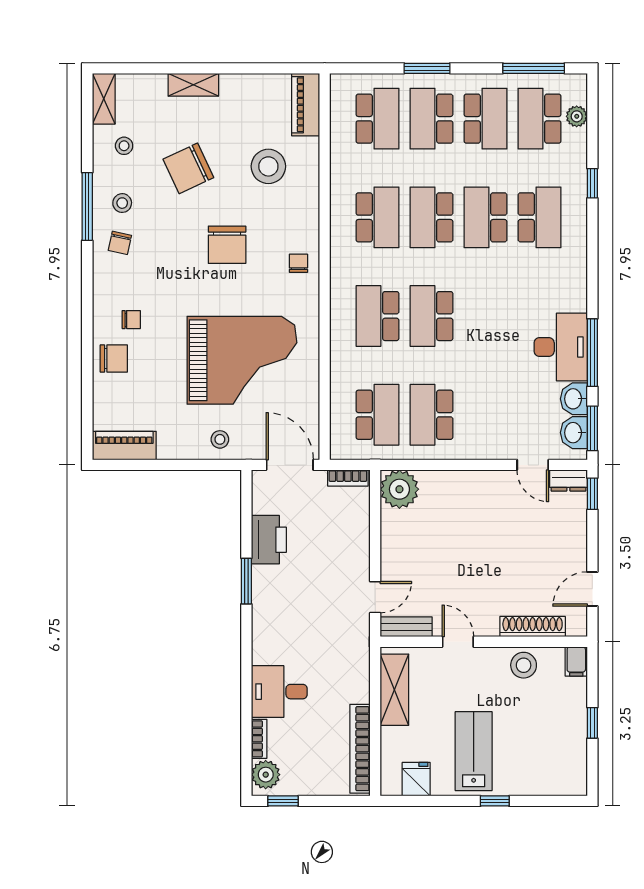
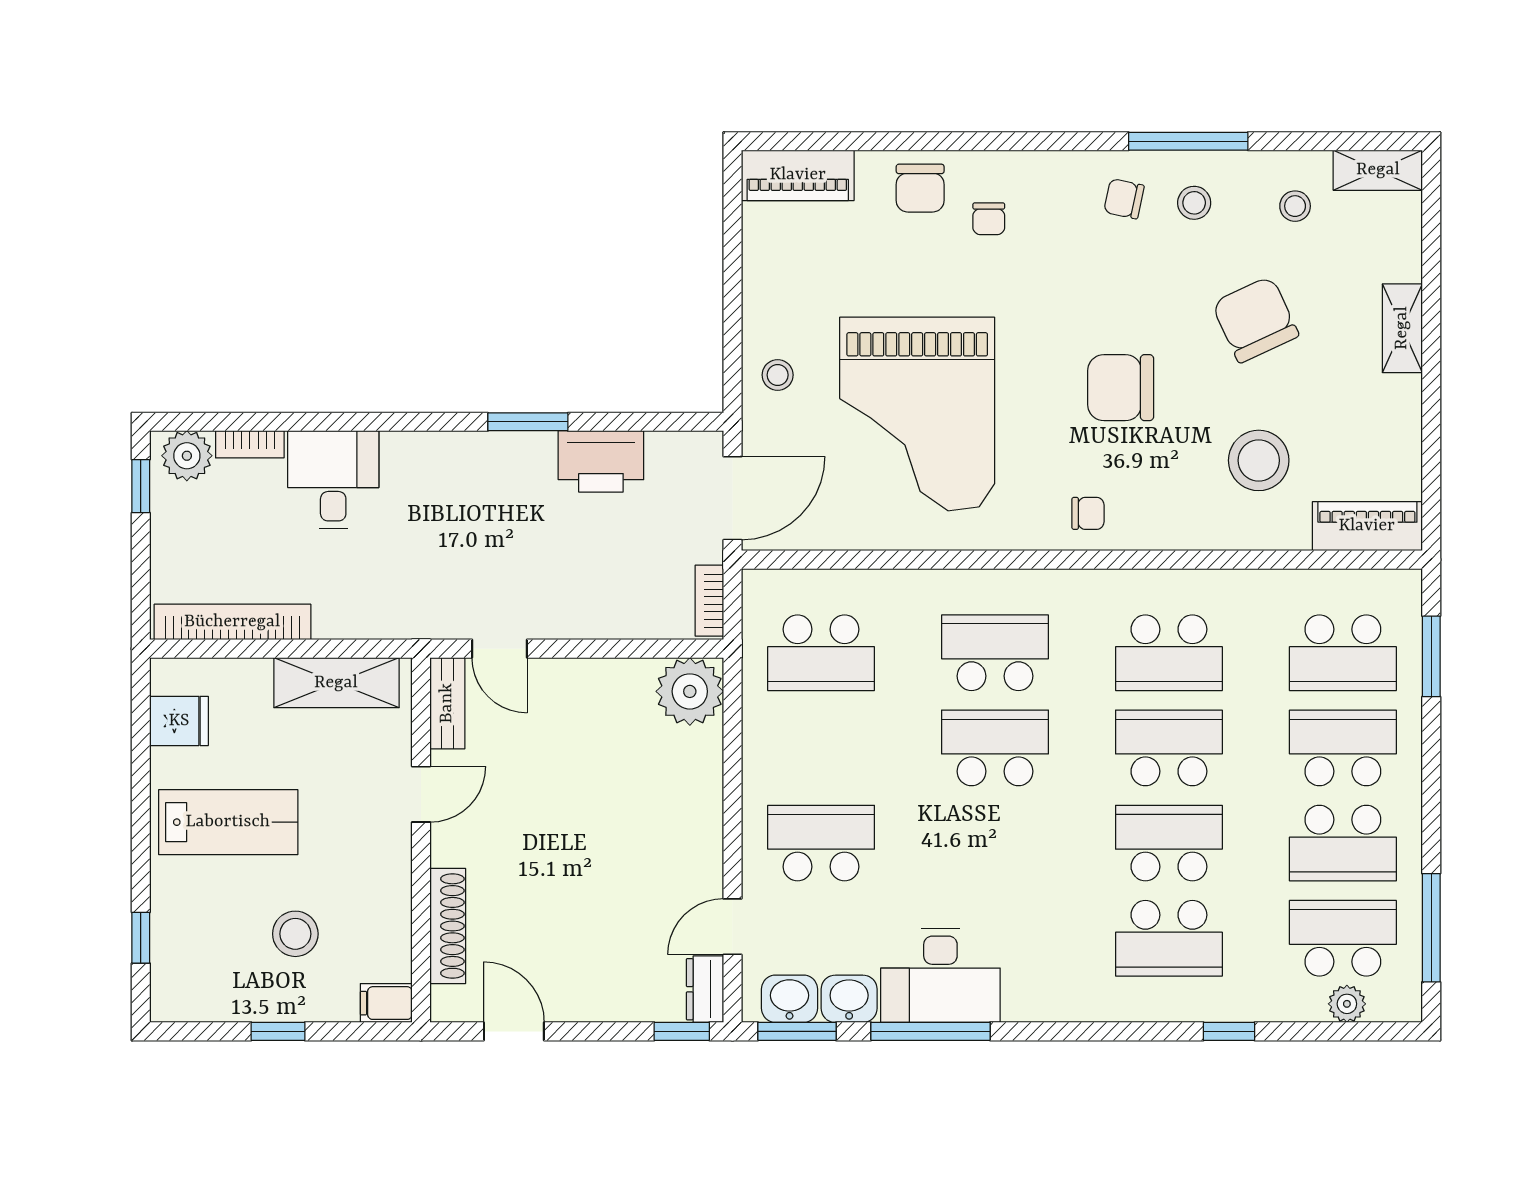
window: (427, 68) -> (1431, 656), moved
school desk: (431, 415) -> (821, 843), moved
piano: (124, 446) -> (798, 175), moved, turned 90
stool: (524, 665) -> (295, 934), moved
window: (495, 801) -> (141, 938), moved

